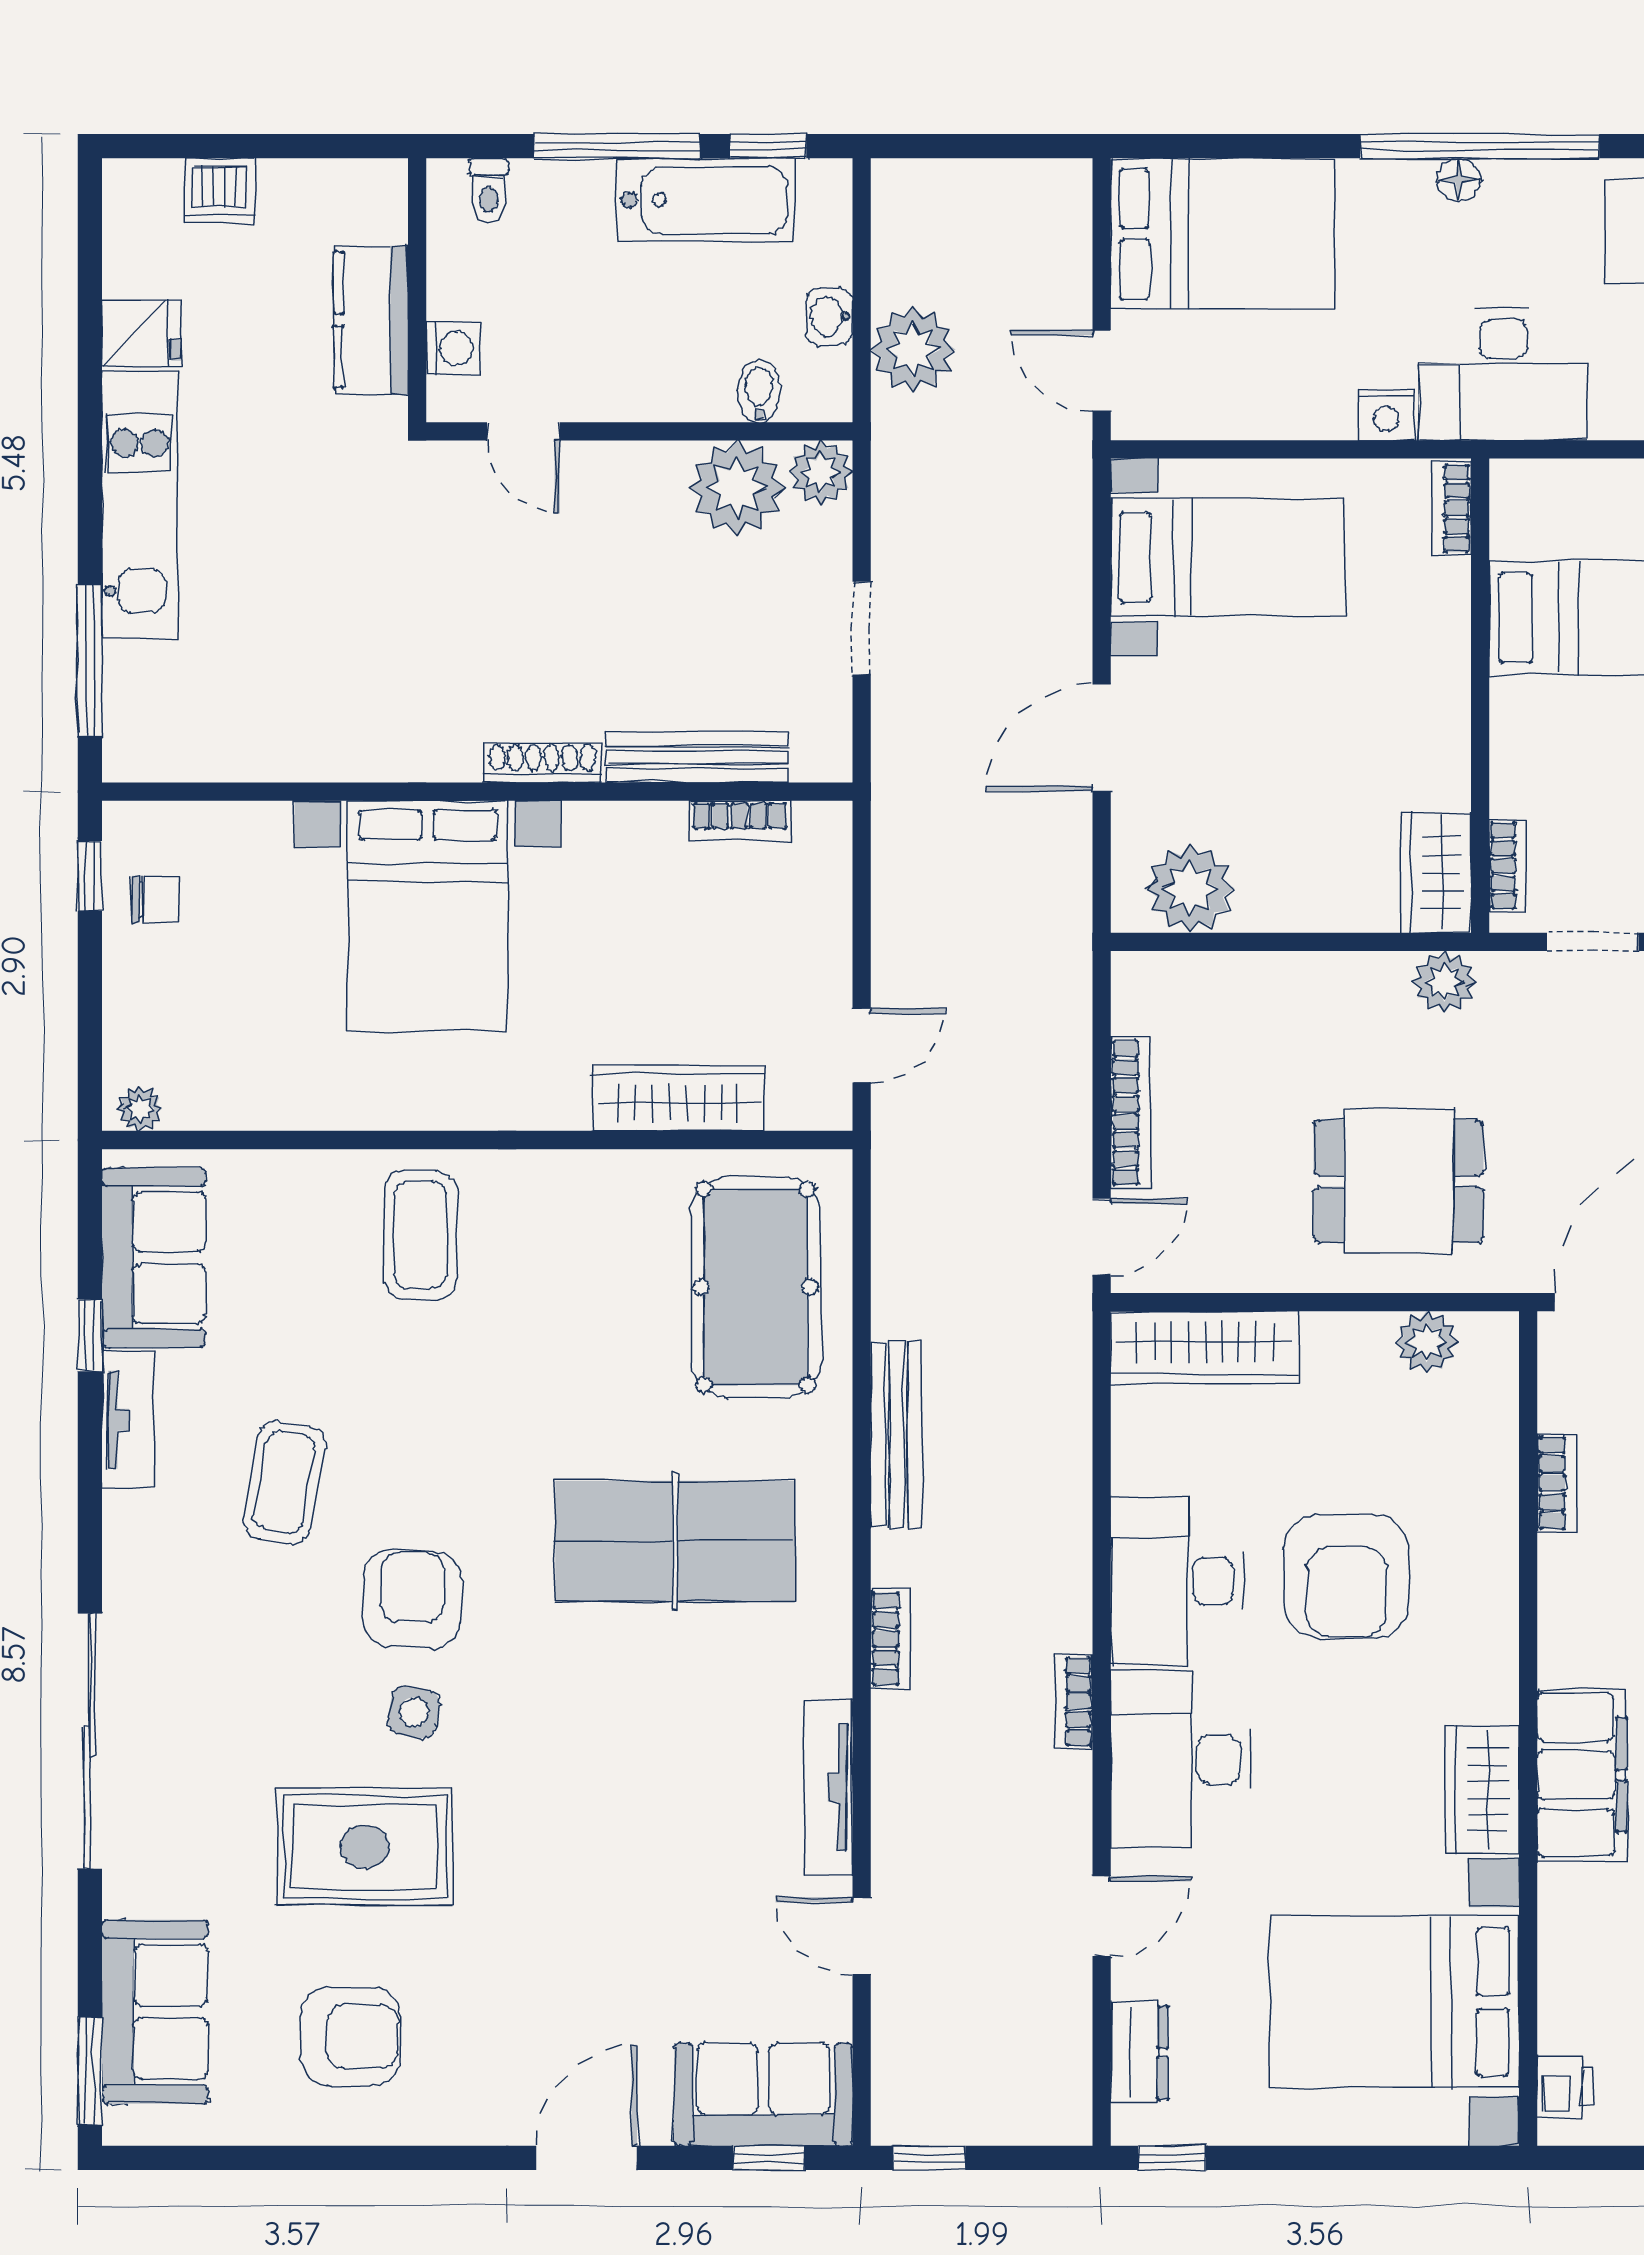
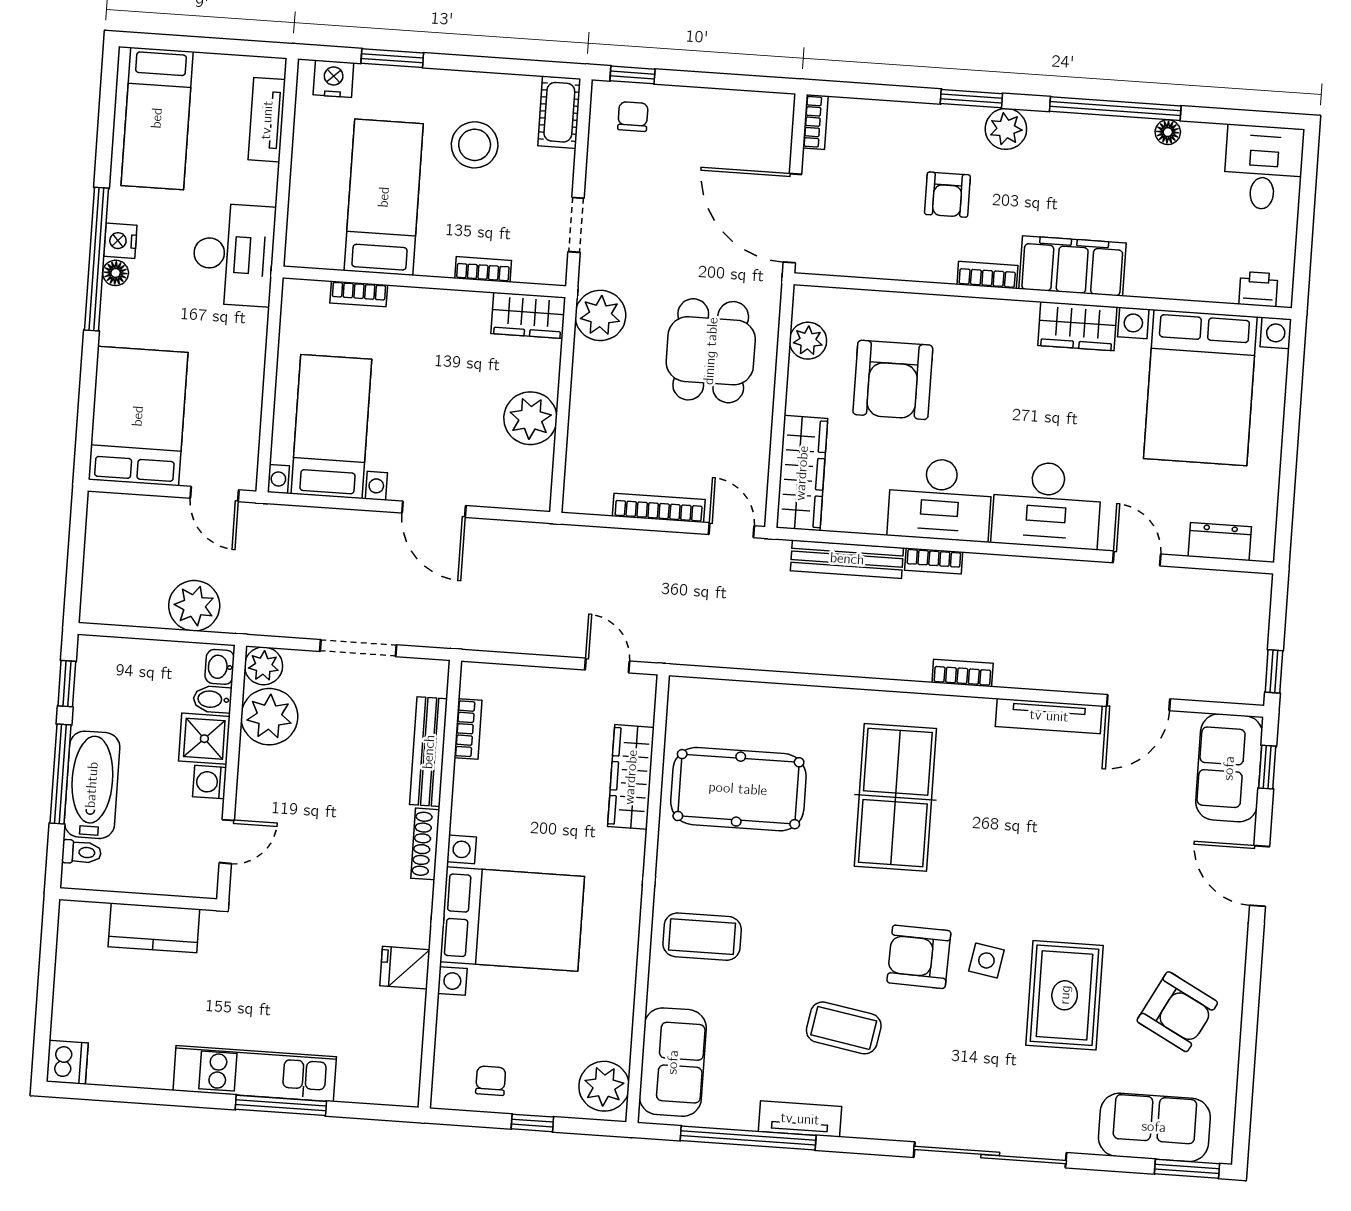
dishwasher: (220, 191) -> (67, 1062), moved
bathtub: (706, 200) -> (92, 785), moved
washbasin: (829, 316) -> (220, 667), moved, turned 90
fridge: (141, 333) -> (405, 968), moved, turned -90
washing machine: (453, 348) -> (210, 782), moved, turned -90
door: (1102, 370) -> (215, 494), hinge flipped
shower: (692, 382) -> (204, 739), added
nightstand: (1386, 415) -> (120, 241), moved, turned 180
bookcase: (1452, 509) -> (359, 294), moved
doorway: (862, 628) -> (358, 648), width x1.38
window: (90, 660) -> (281, 1105), moved
bookcase: (1508, 866) -> (483, 269), moved
window: (90, 876) -> (532, 1123), moved
plant: (1190, 888) -> (530, 418), moved
plant: (1444, 982) -> (600, 315), width x1.36, depth x1.36
plant: (140, 1109) -> (604, 1086), width x1.87, depth x1.87
sofa: (154, 1258) -> (673, 1062), moved, turned 90
pool table: (756, 1287) -> (738, 789), moved
window: (90, 1335) -> (748, 1138), width x3.17
bench: (897, 1435) -> (847, 559), moved
bookcase: (1557, 1483) -> (987, 275), moved
armchair: (1346, 1576) -> (893, 380), moved, turned 90
bookcase: (1074, 1702) -> (934, 561), moved
door: (862, 1936) -> (1138, 703), width x1.38
armchair: (351, 2036) -> (1177, 1012), turned 118
window: (1172, 2158) -> (1284, 527), removed

